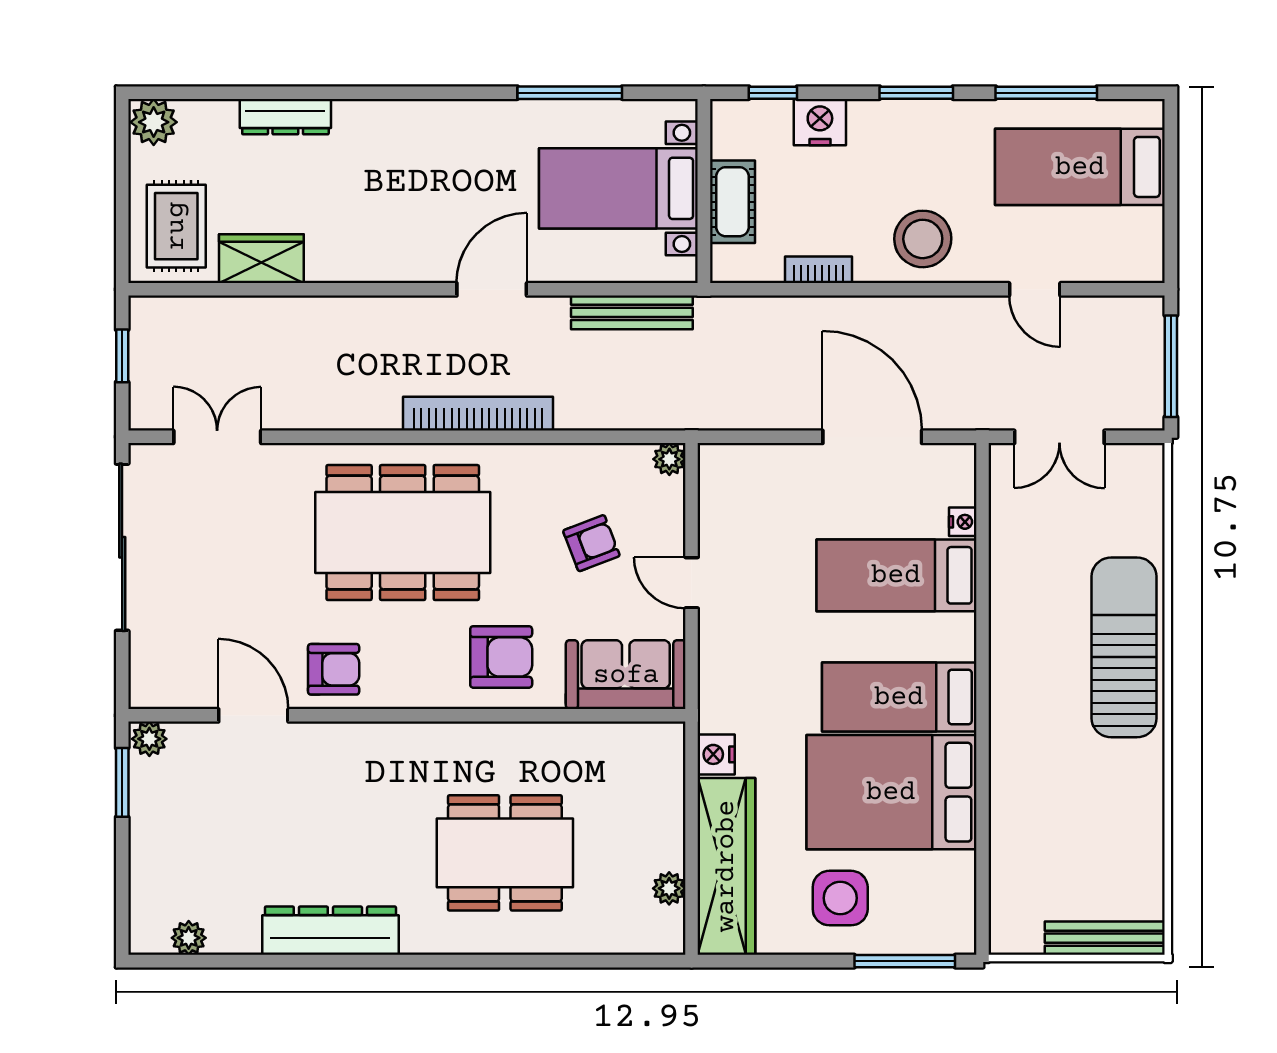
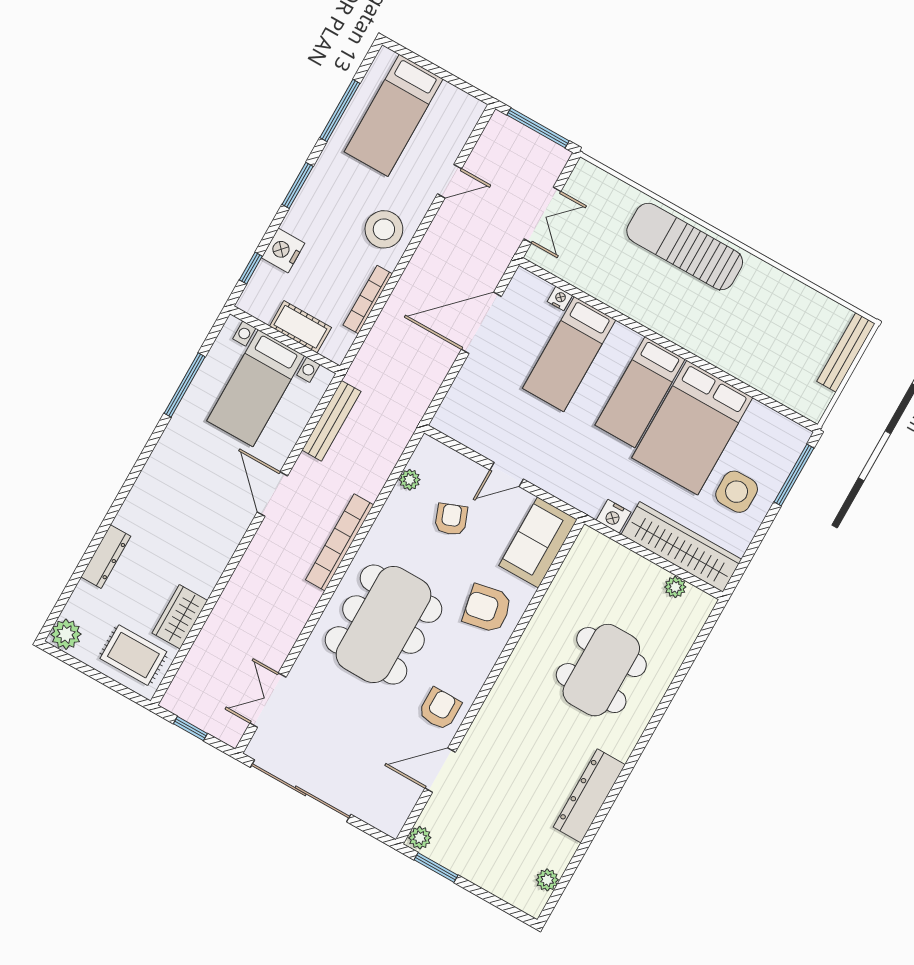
bookcase: (818, 270) -> (368, 299), width x1.56
plant: (669, 459) -> (410, 480), moved
armchair: (501, 657) -> (487, 608), turned -101

